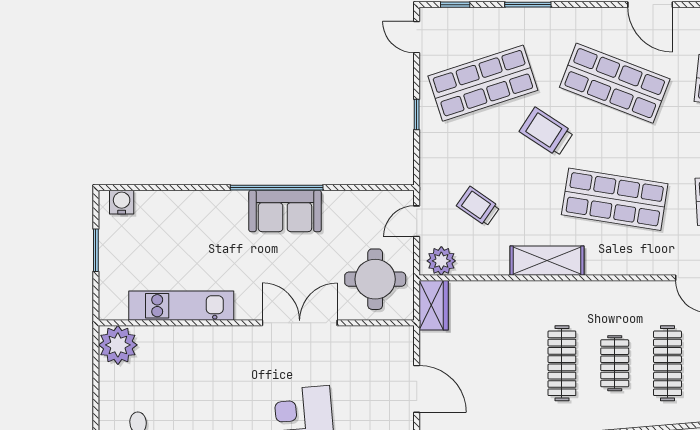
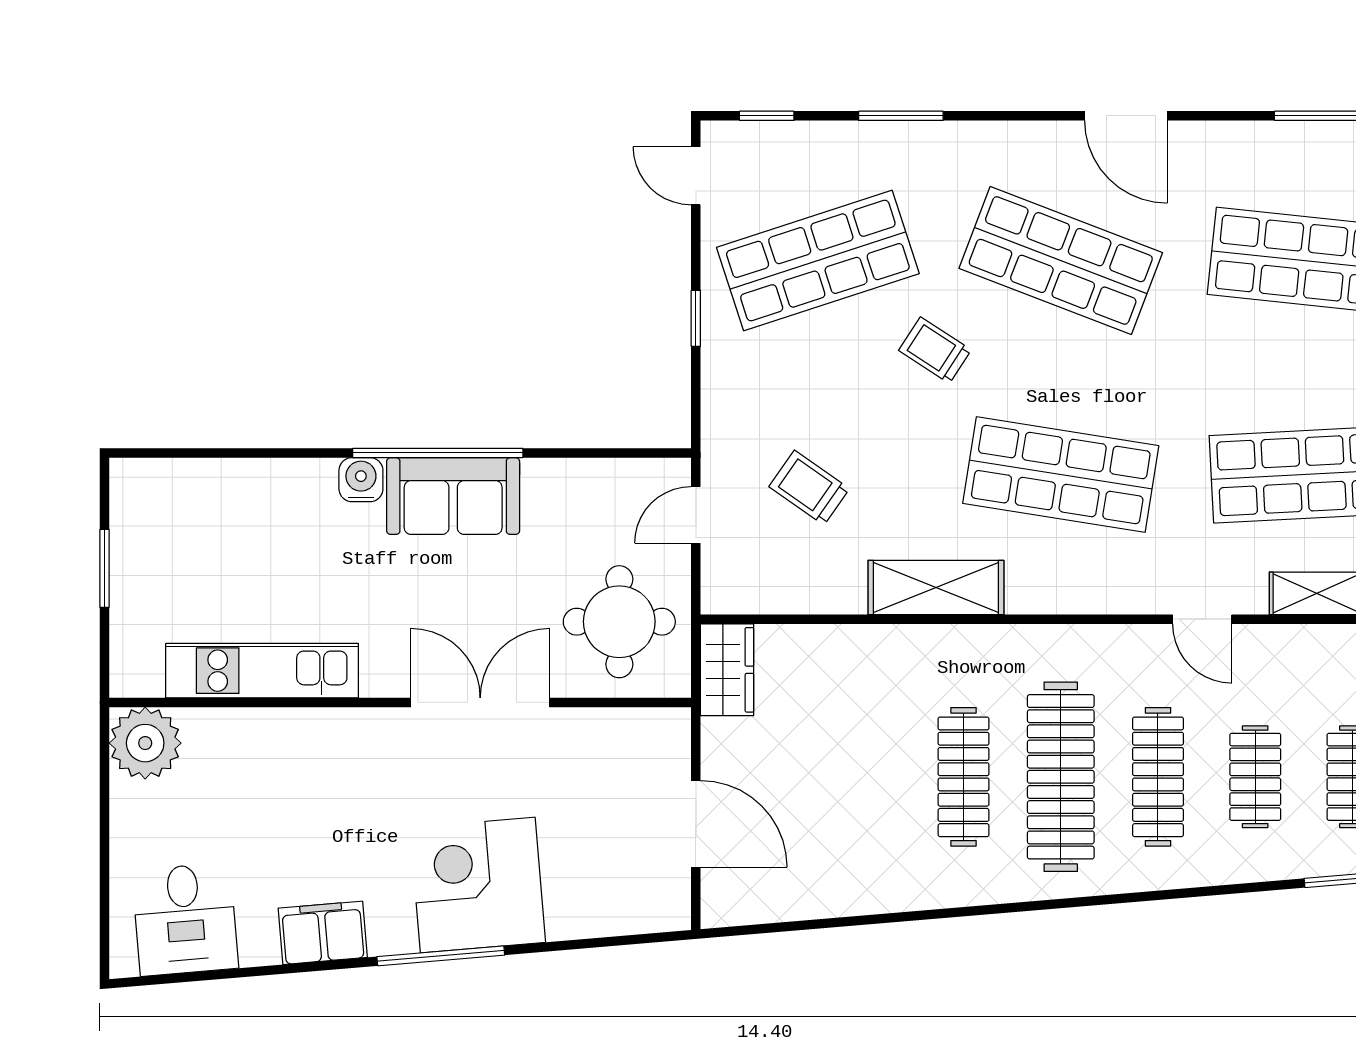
trolley: (546, 132) -> (935, 350), width x0.73, depth x0.72
water cooler: (122, 202) -> (361, 480), moved
plant: (441, 261) -> (741, 588), removed
clothes rail: (615, 363) -> (1061, 777), width x1.86, depth x1.31

